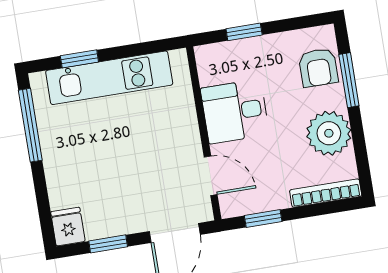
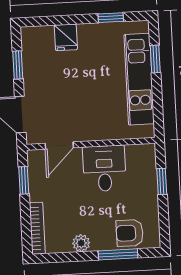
window: (30, 125) -> (111, 18), width x0.46
plant: (329, 133) -> (81, 243), width x0.53, depth x0.53
fridge: (68, 227) -> (66, 37), moved, turned 90

